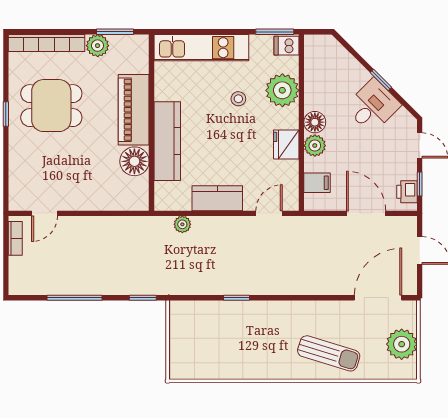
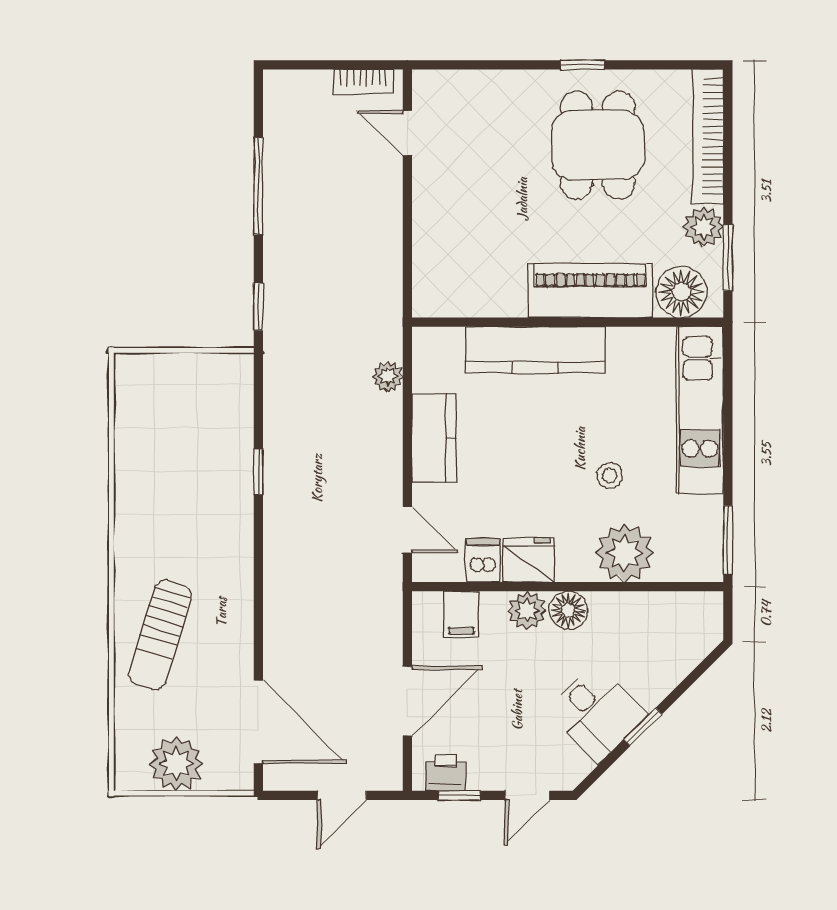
dishwasher: (287, 46) -> (483, 560), moved
floor lamp: (134, 161) -> (681, 292), moved

